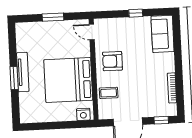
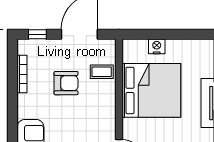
armchair: (112, 61) -> (66, 83), moved
nightstand: (83, 114) -> (157, 46), moved

